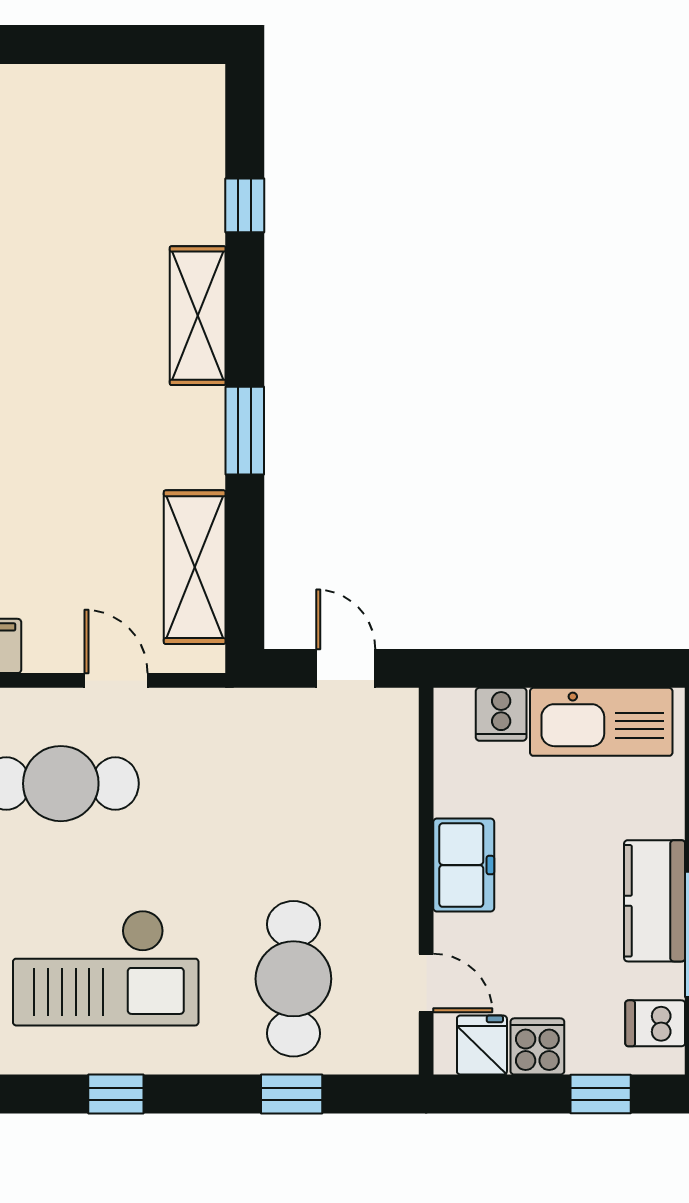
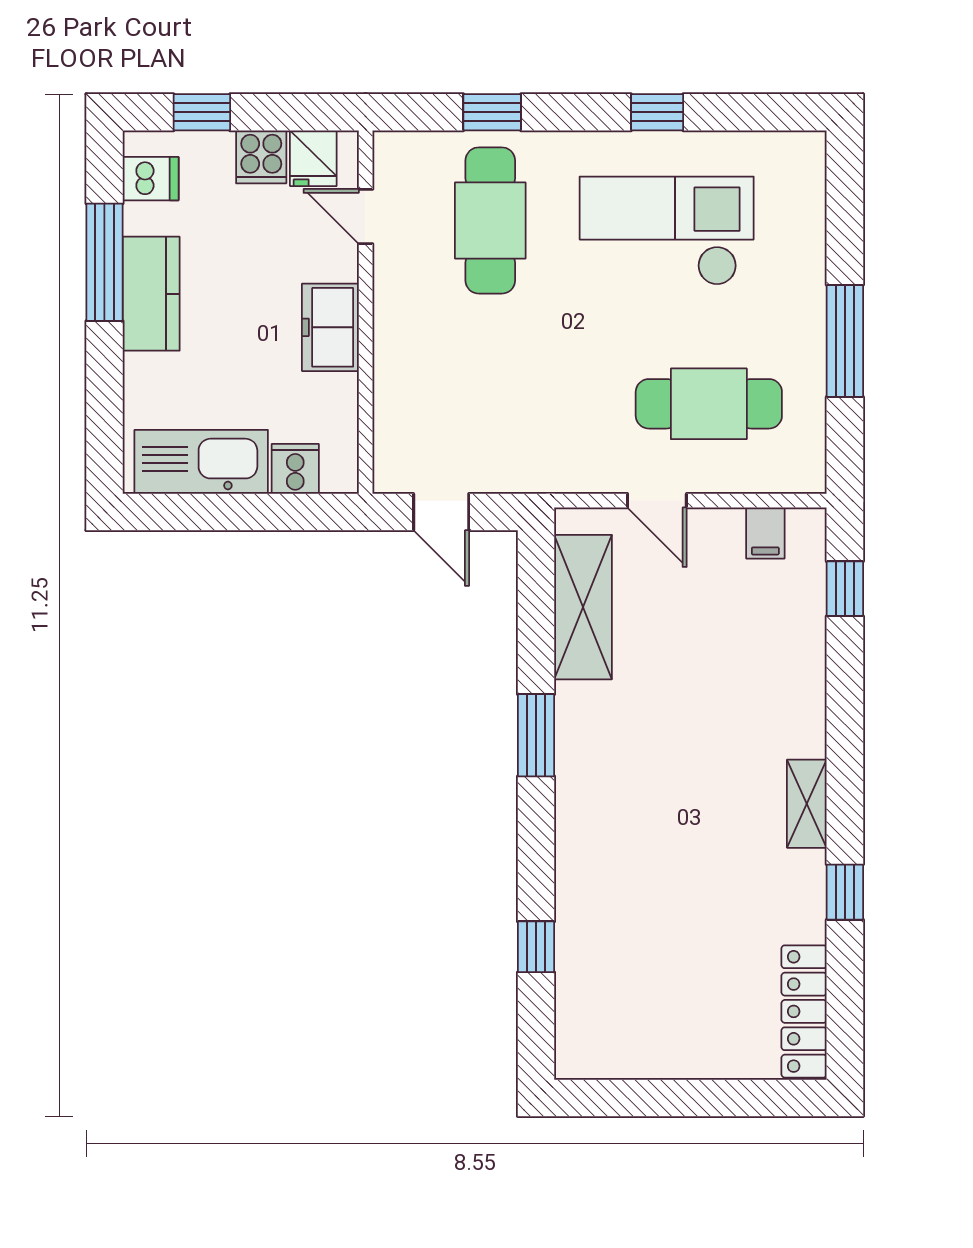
shelving: (198, 316) -> (580, 843), removed

